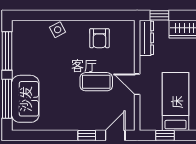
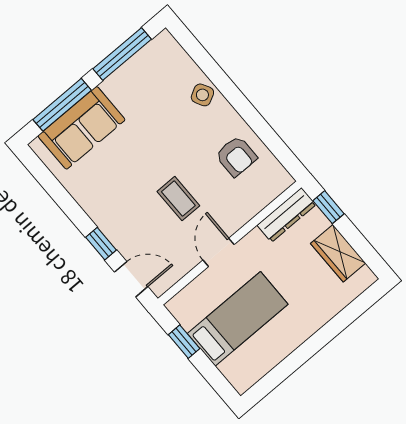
armchair: (99, 38) -> (236, 156), turned -90
coffee table: (96, 82) -> (178, 199), width x0.73, depth x0.77

